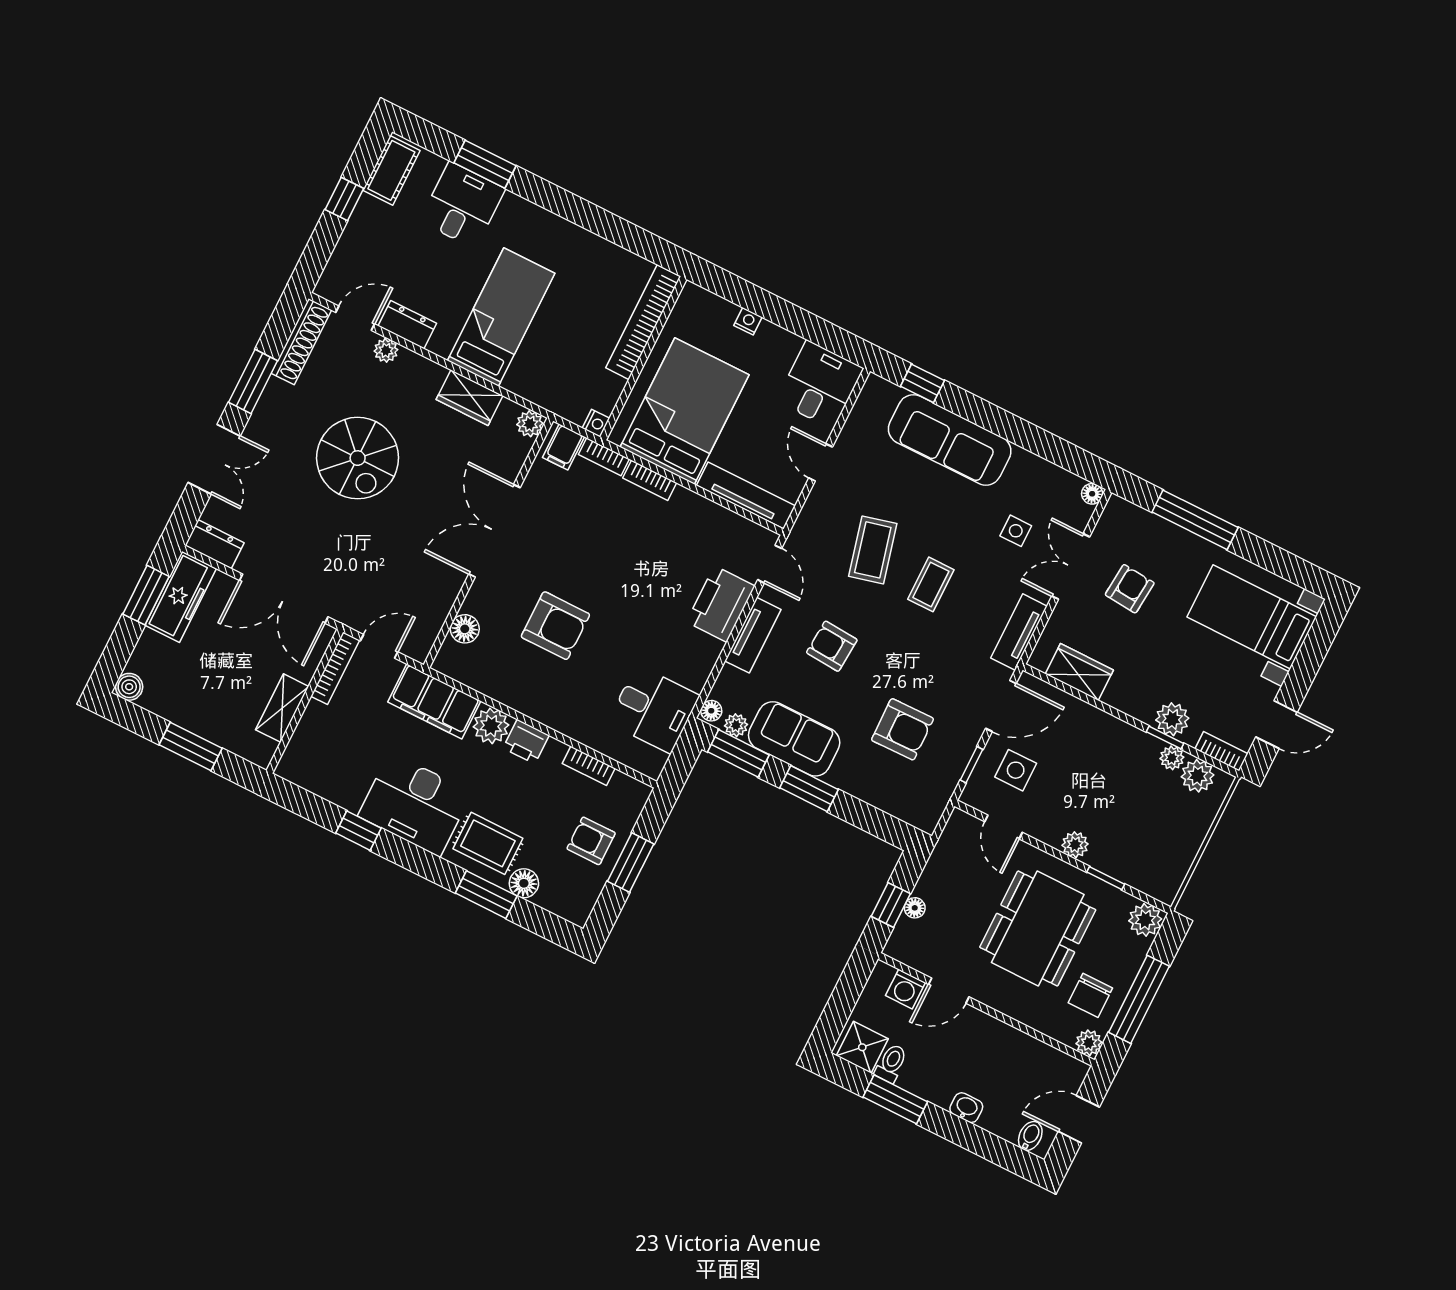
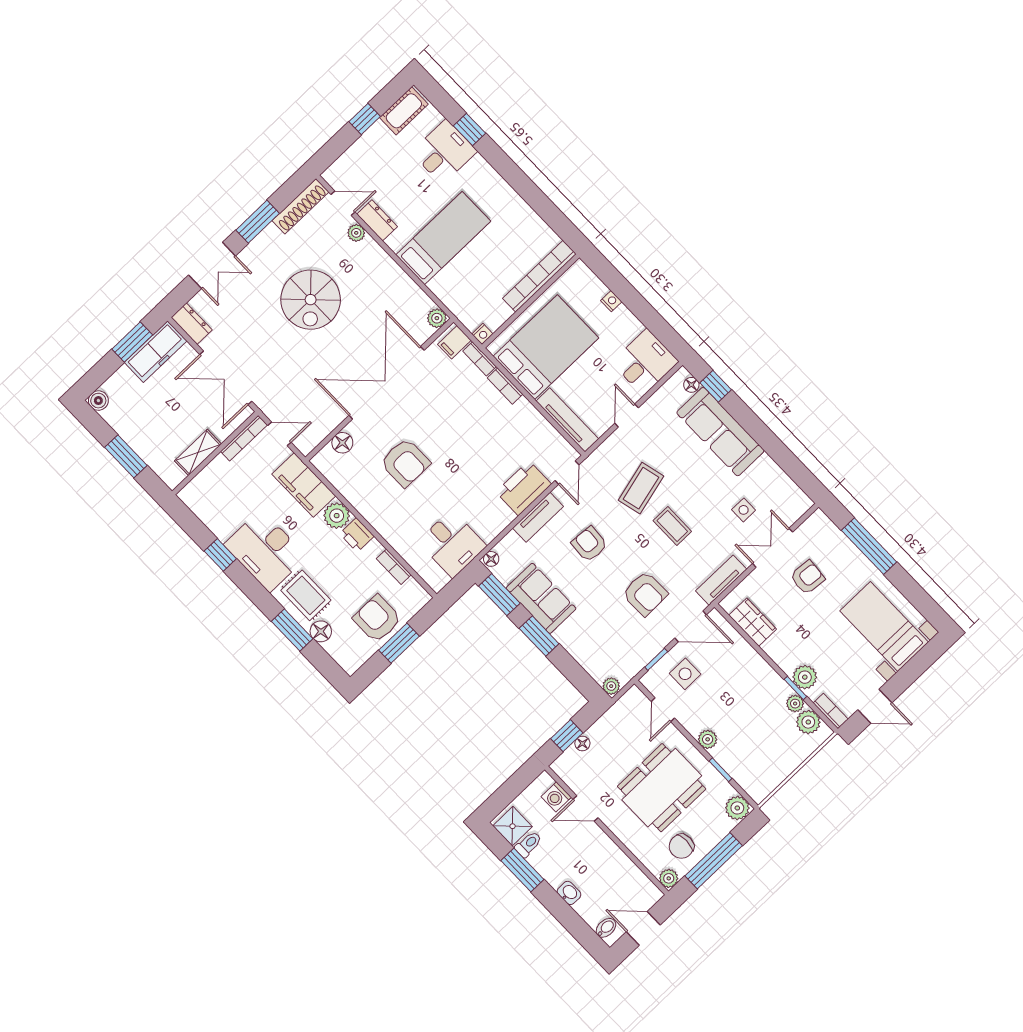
window: (485, 164) -> (469, 130), width x0.67
wardrobe: (469, 398) -> (402, 286), removed
floor lamp: (1092, 494) -> (691, 385), moved
double door: (494, 531) -> (387, 383), width x1.36
coffee table: (931, 584) -> (672, 526), turned 90
plant: (736, 725) -> (611, 686), moved
armchair: (903, 729) -> (645, 594), moved
armchair: (591, 841) -> (377, 619), width x1.38, depth x1.38

